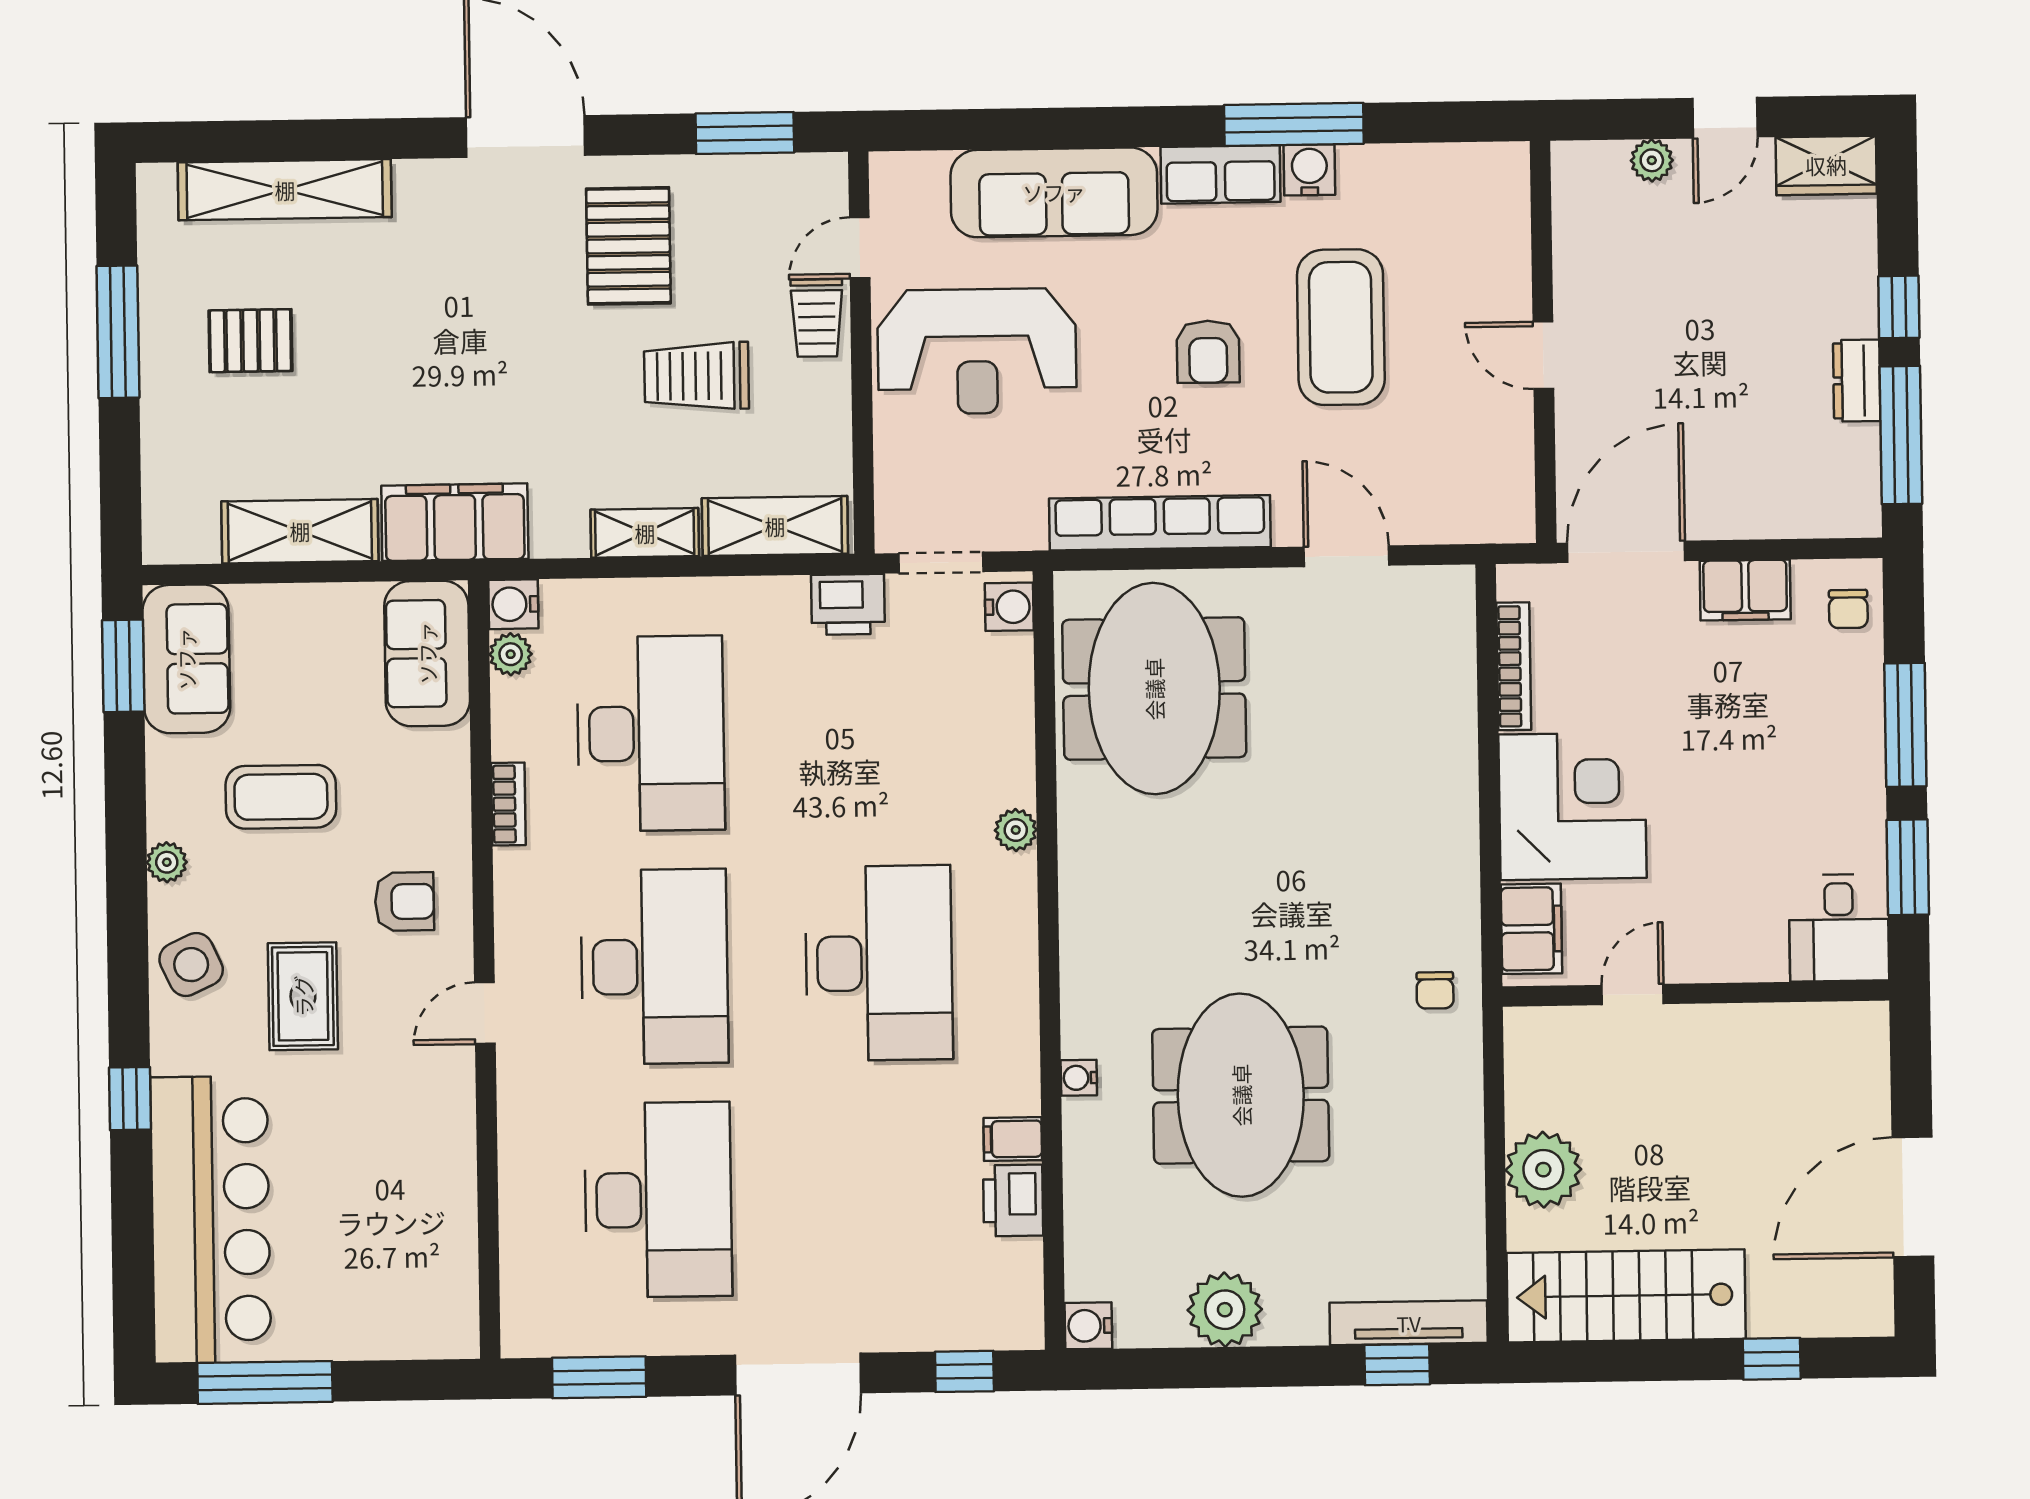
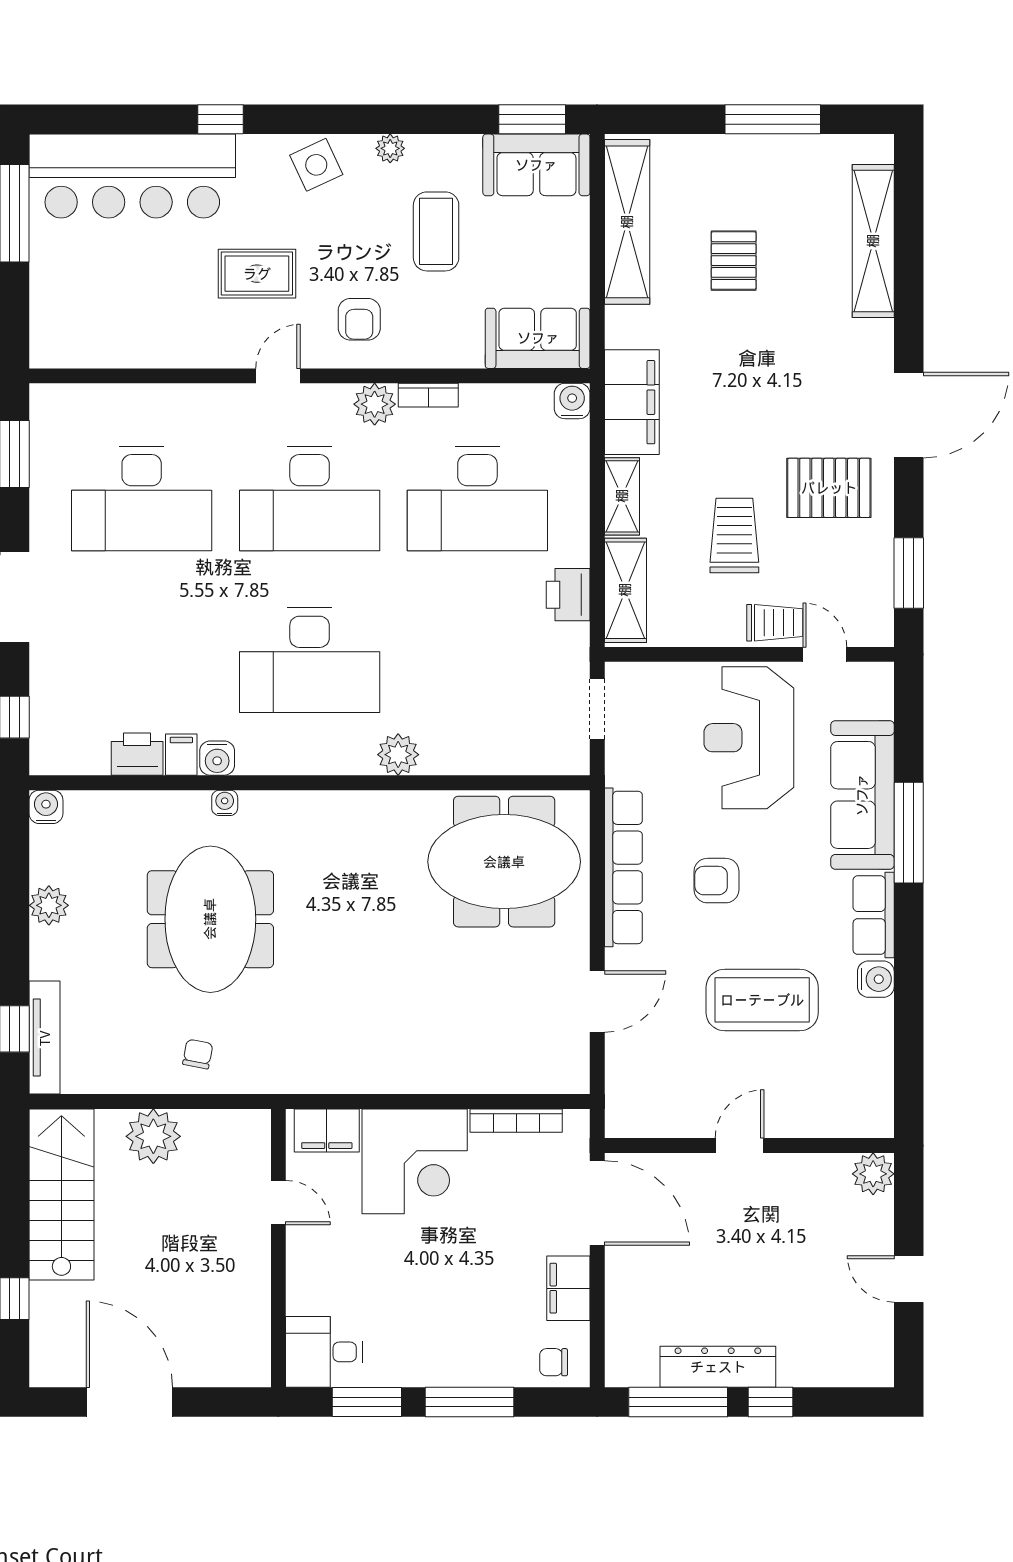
window: (1294, 124) -> (909, 833), moved
plant: (1652, 160) -> (873, 1174), moved, width x1.38, depth x1.38
wardrobe: (1826, 165) -> (873, 1351), removed
trolley: (817, 318) -> (775, 623), turned 180
pallet: (250, 341) -> (734, 261), moved
armchair: (1208, 352) -> (716, 881), moved
dresser: (1857, 381) -> (718, 1367), width x1.96, depth x1.24
filing cabinet: (455, 522) -> (632, 402), moved
shelving: (300, 531) -> (627, 222), width x1.47
printer: (848, 604) -> (568, 595), moved
water cooler: (1009, 607) -> (217, 758), moved
plant: (511, 654) -> (375, 404), moved, width x1.38, depth x1.38
plant: (1016, 830) -> (398, 755), width x1.38, depth x1.38
chair: (1435, 990) -> (198, 1054), moved, turned 101
rug: (303, 996) -> (257, 274), moved
door: (485, 1013) -> (278, 376), hinge flipped
meeting table: (1241, 1095) -> (210, 919), turned 90
plant: (1225, 1310) -> (49, 905), width x0.73, depth x0.73

